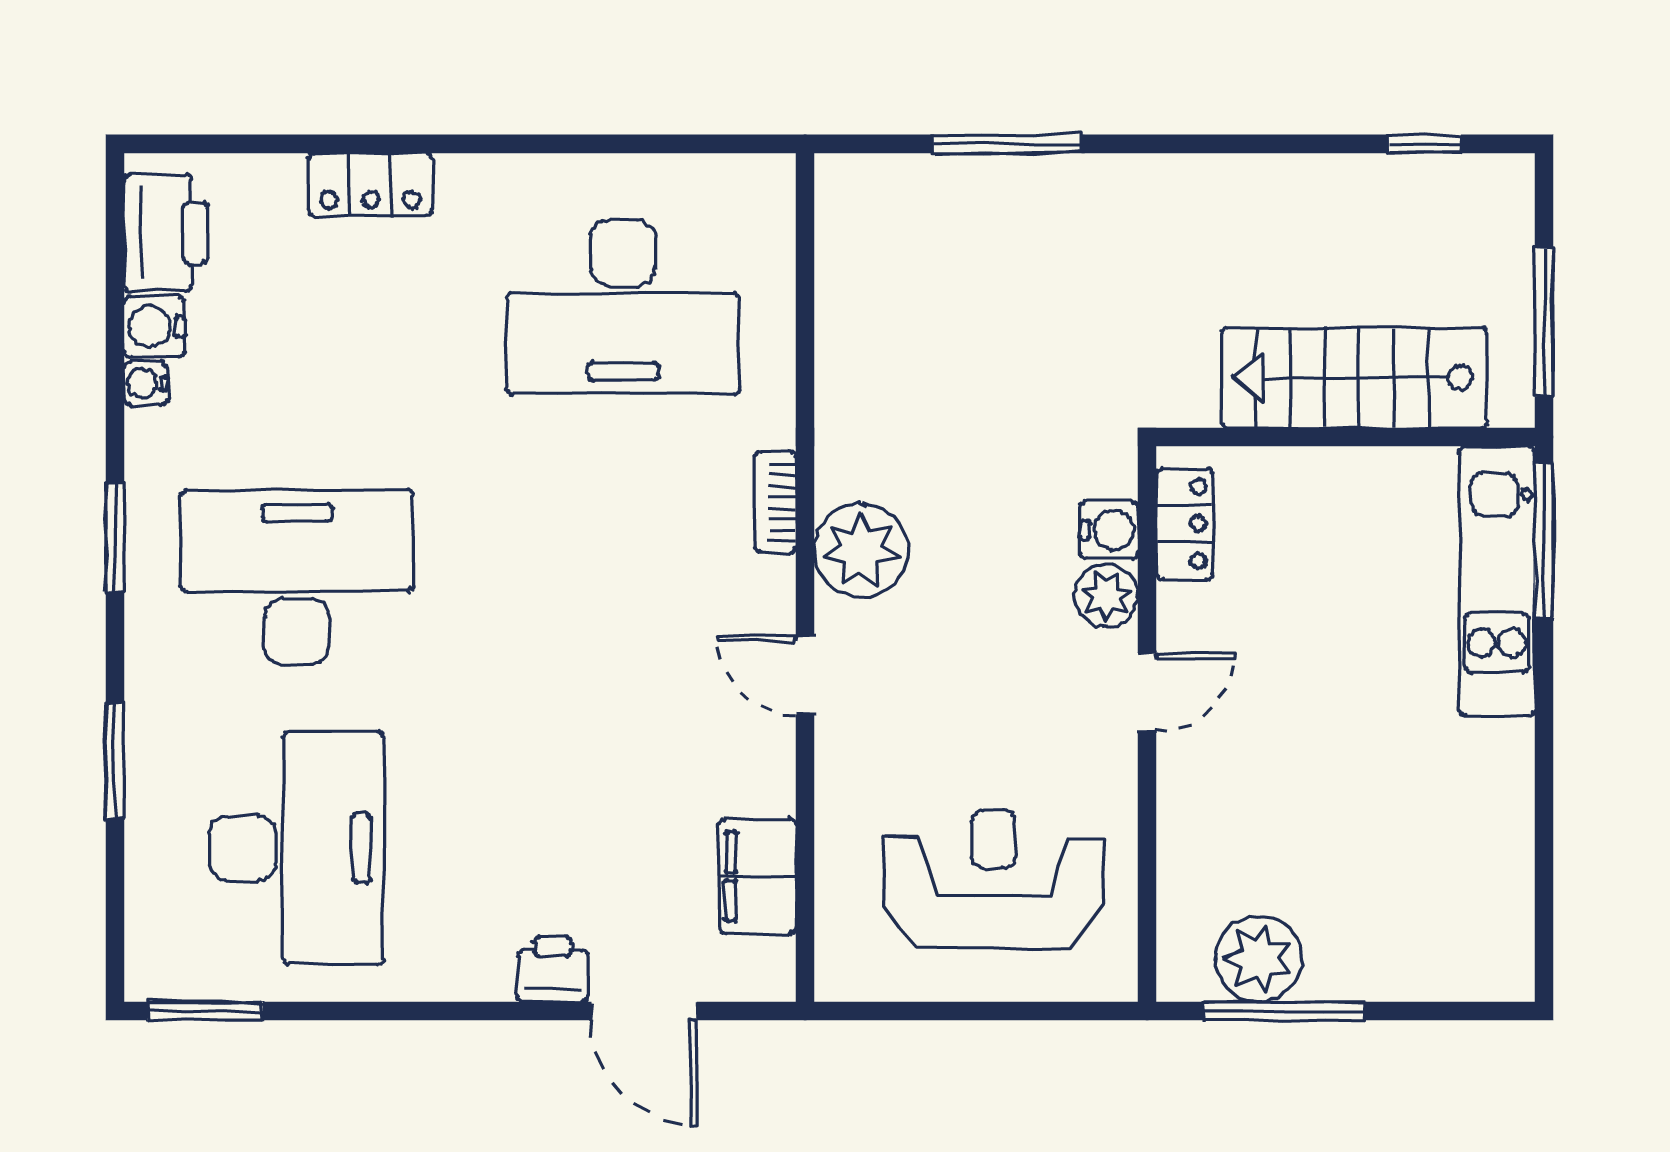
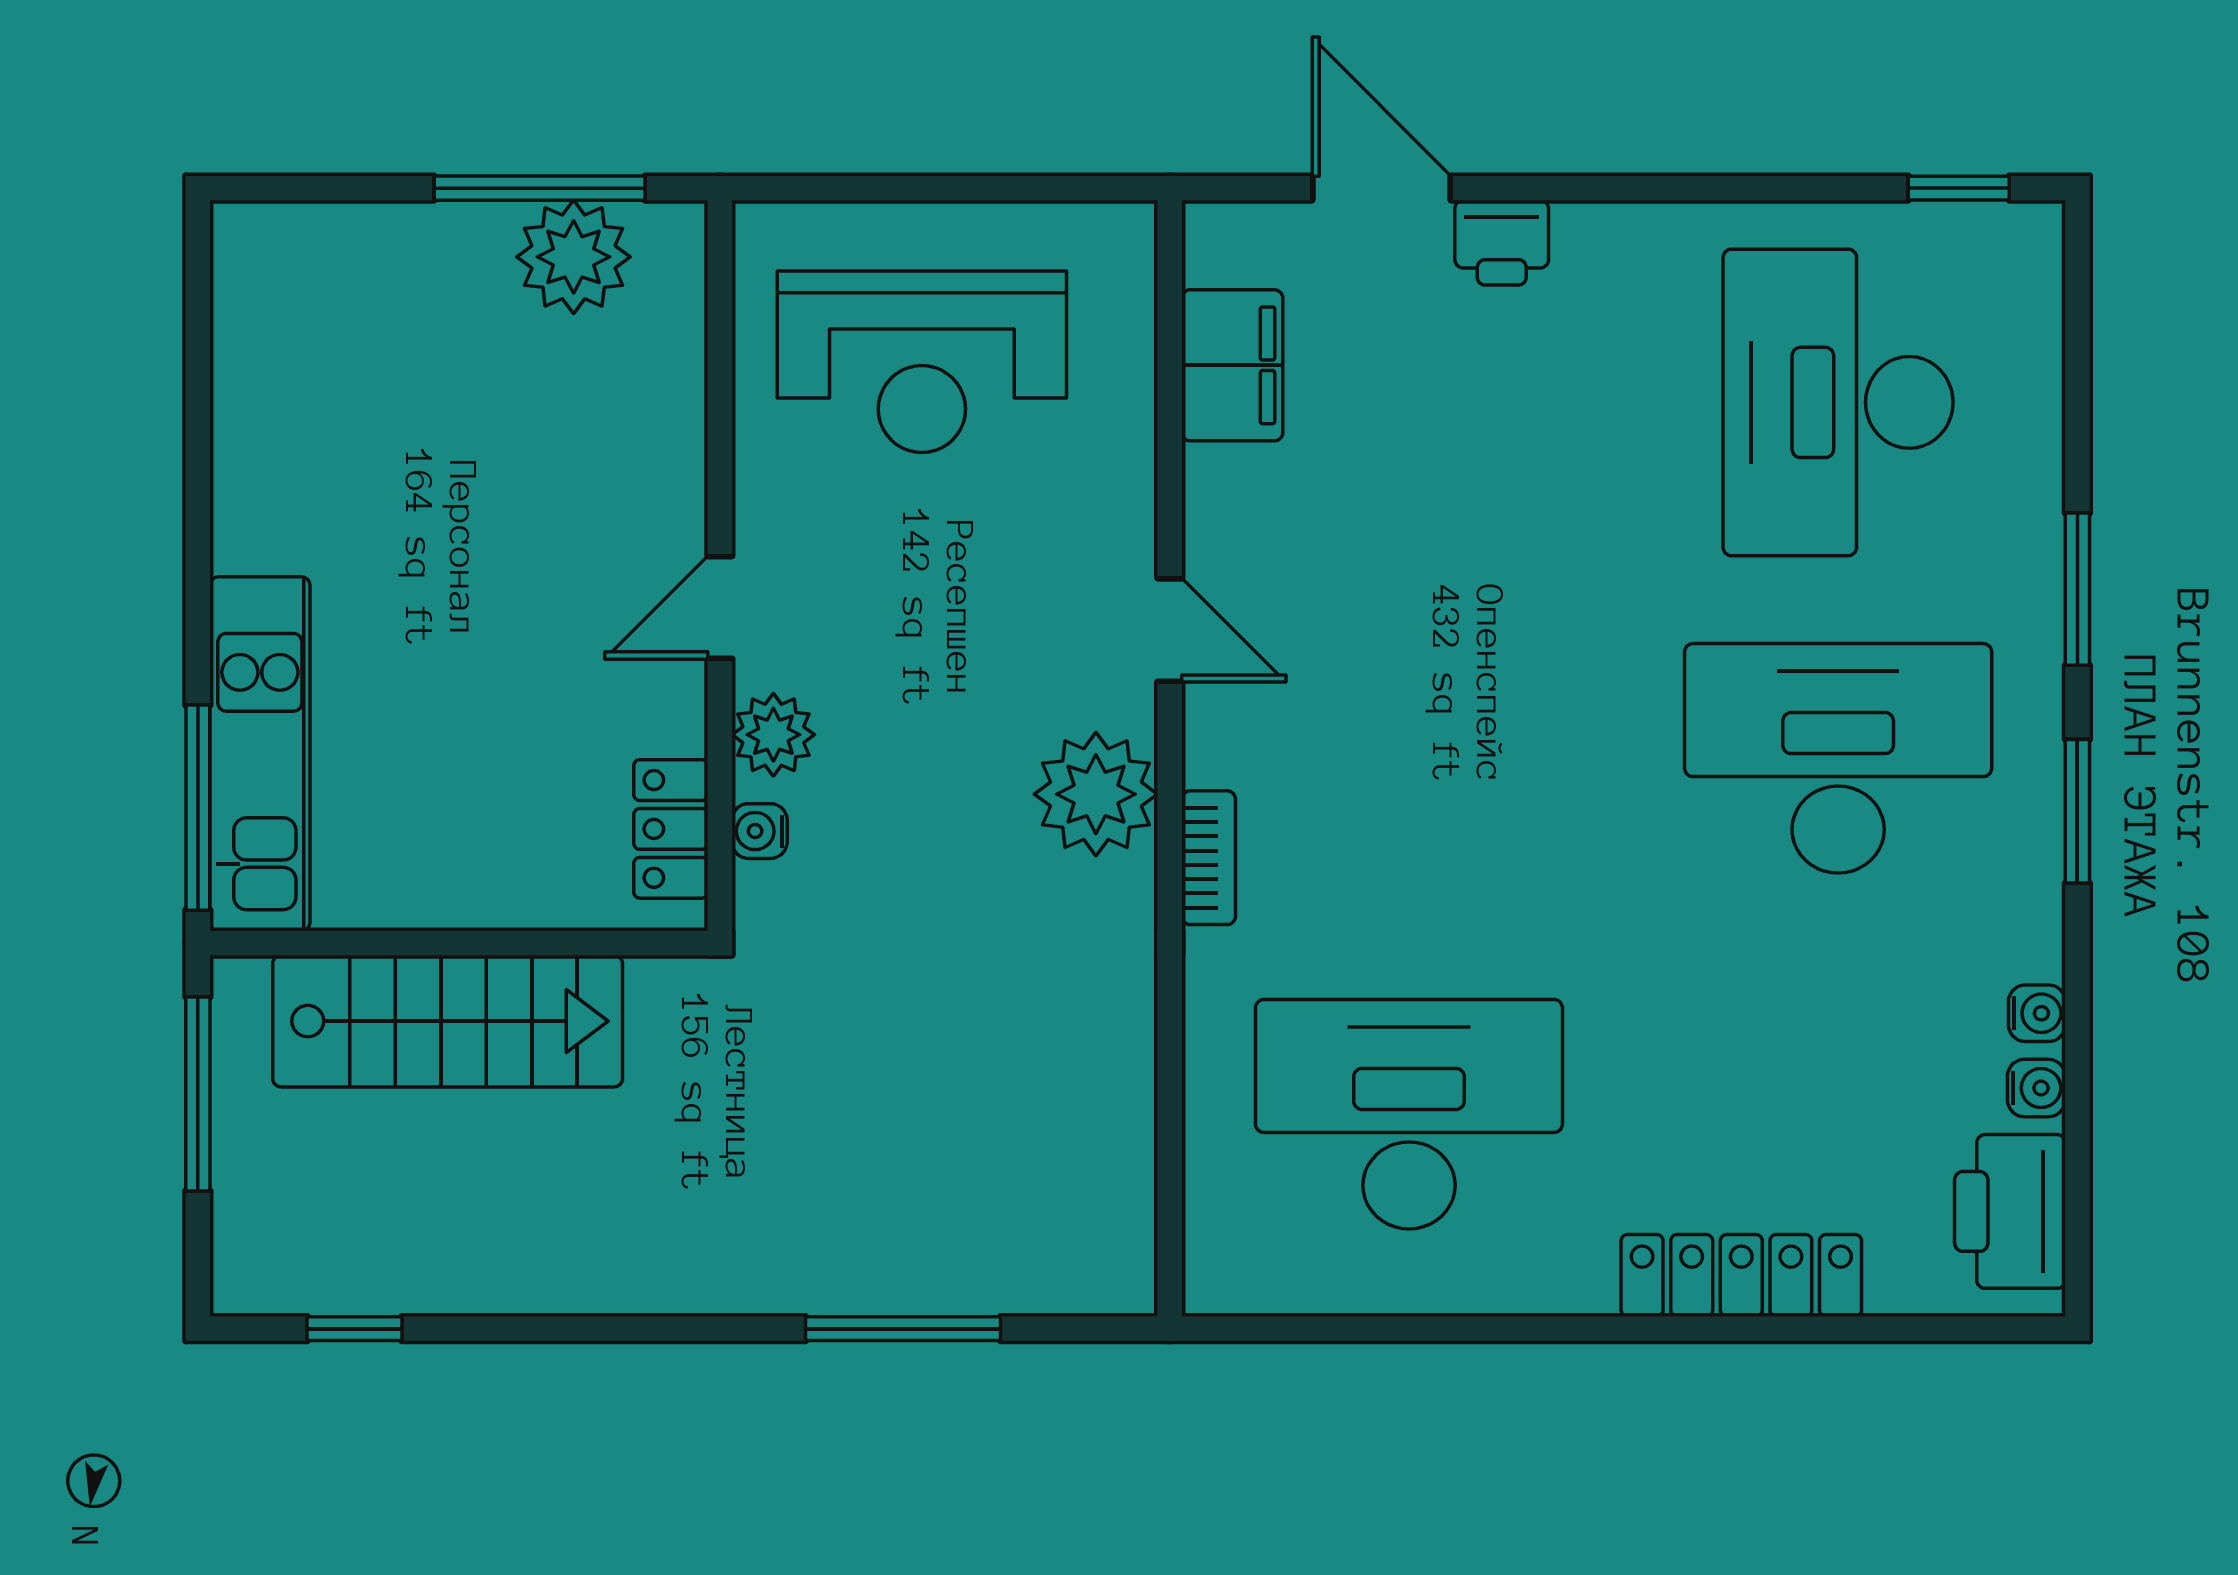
locker: (370, 184) -> (1741, 1275), width x1.53
water cooler: (154, 327) -> (2036, 1088), width x0.72, depth x0.72
water cooler: (1109, 530) -> (759, 831), width x0.72, depth x0.72
desk: (297, 577) -> (1838, 758), turned 180
window: (115, 761) -> (2077, 589), moved
window: (205, 1011) -> (1959, 188), width x0.67

